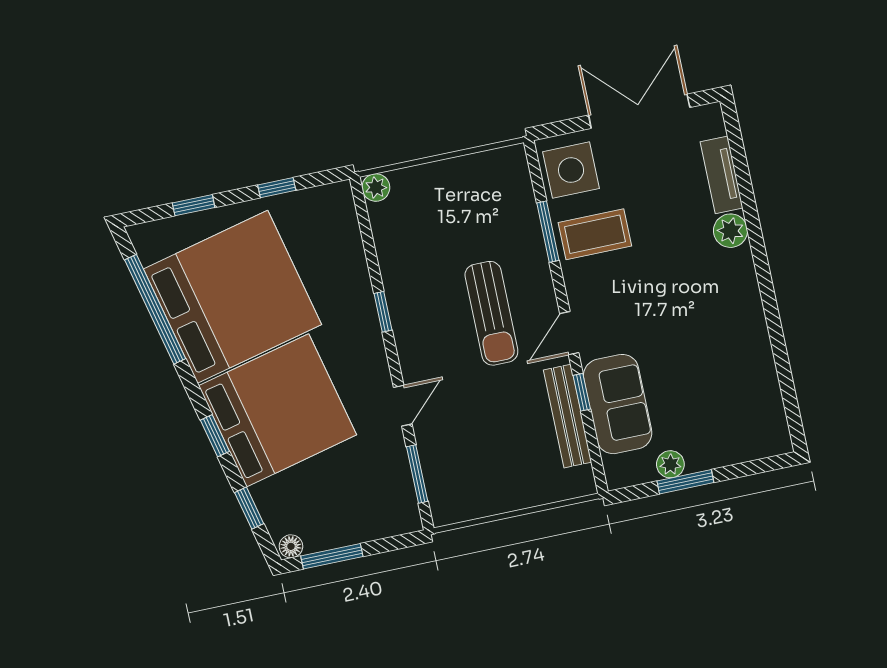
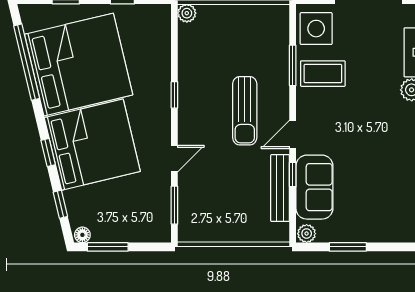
plant: (670, 464) -> (307, 234), moved

